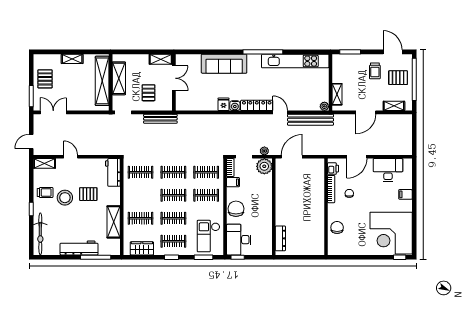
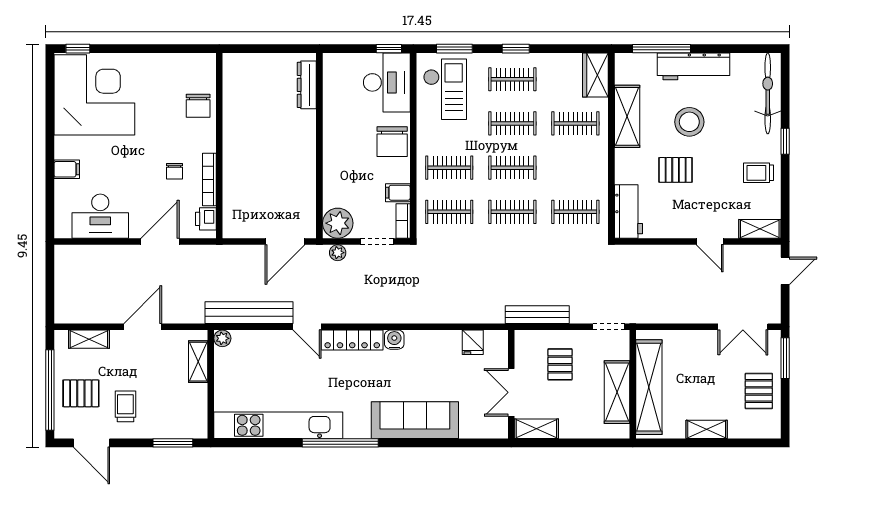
fridge: (223, 104) -> (473, 342), moved
stool: (65, 198) -> (689, 122), moved
wardrobe: (142, 248) -> (595, 75), moved, turned 90

